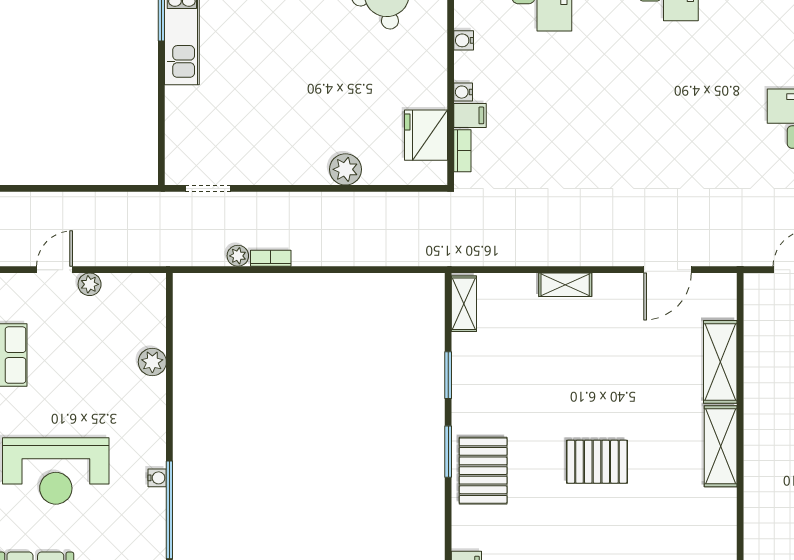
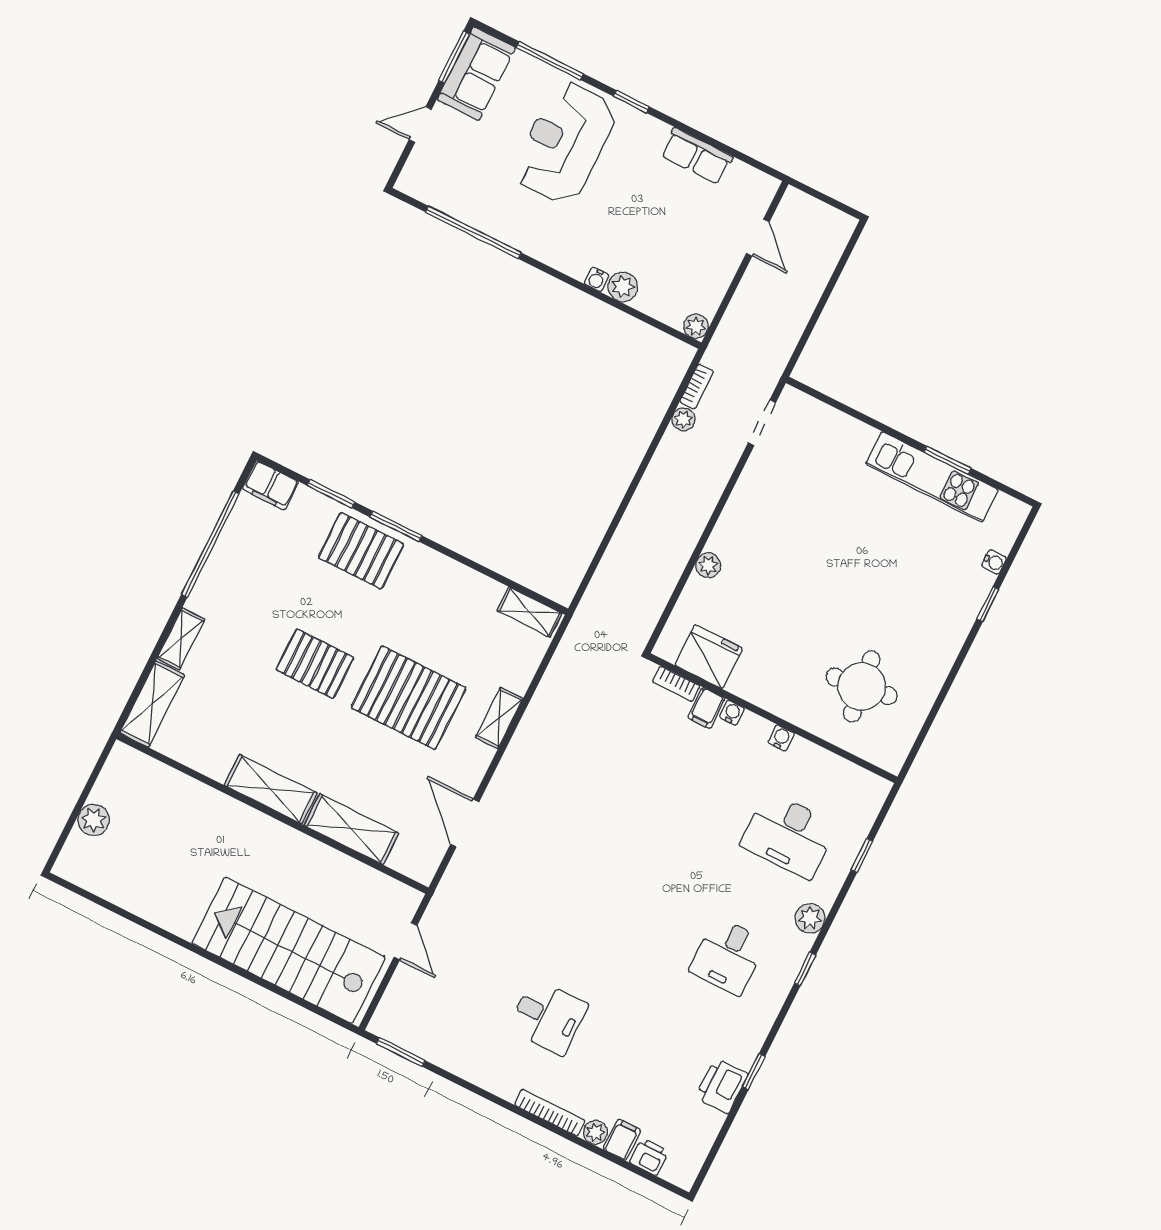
plant: (346, 169) -> (708, 565), width x0.73, depth x0.73
bookcase: (271, 258) -> (697, 387), moved
plant: (90, 284) -> (696, 326), moved
pallet: (586, 369) -> (408, 698), added
window: (448, 375) -> (331, 494), moved
pallet: (597, 462) -> (315, 664), turned 90
water cooler: (157, 478) -> (597, 279), moved

